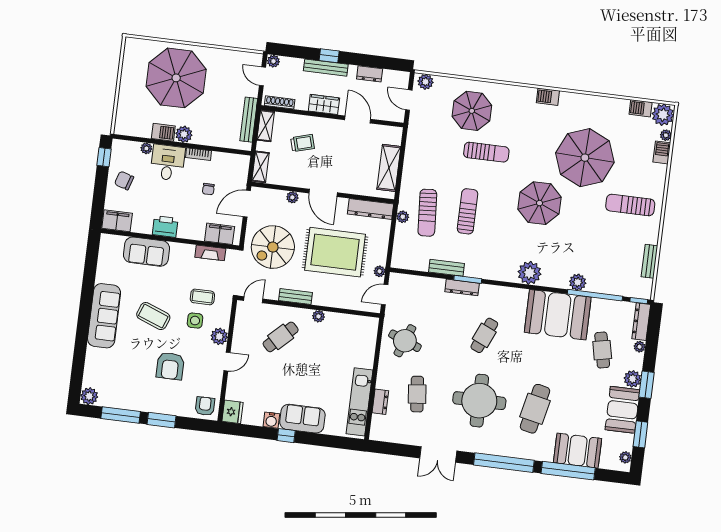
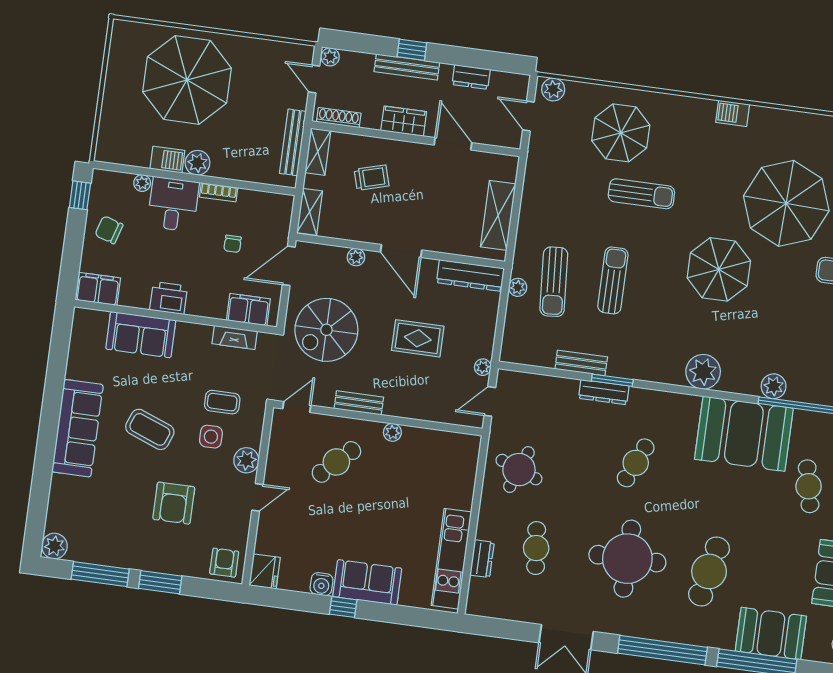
rug: (335, 252) -> (418, 338), width x0.54, depth x0.49

